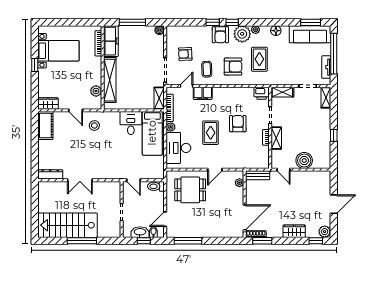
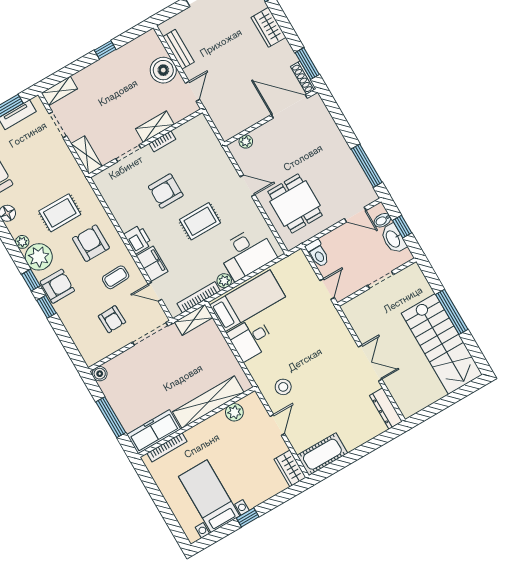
printer: (262, 93) -> (138, 239), moved
bench: (258, 175) -> (178, 49), moved

